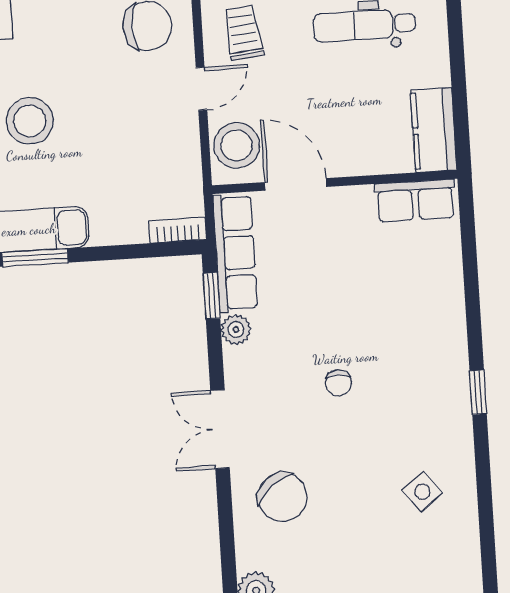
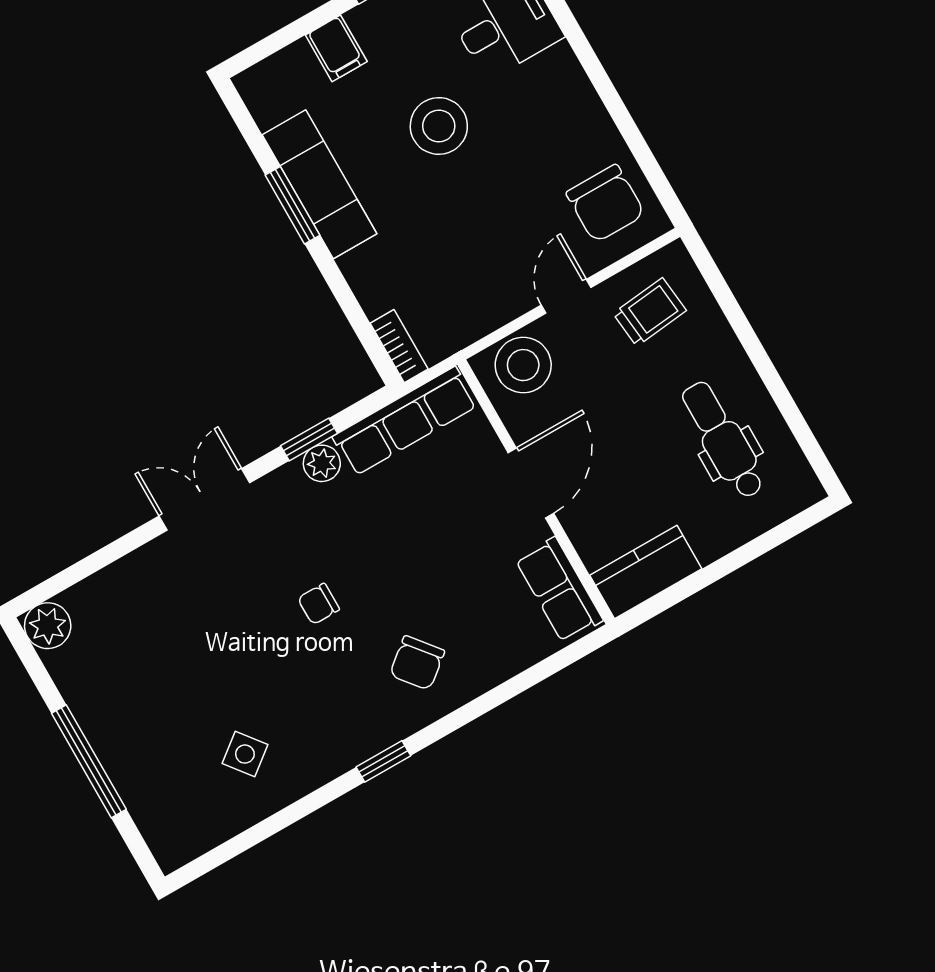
door: (201, 89) -> (566, 296), swing flipped
door: (296, 184) -> (531, 483), moved
window: (212, 296) -> (309, 439), moved
chair: (283, 497) -> (417, 663), moved, width x0.73, depth x0.73

